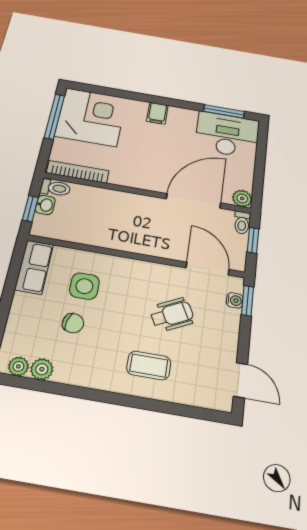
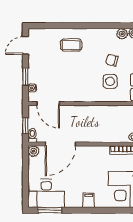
window: (248, 301) -> (25, 77), moved
wheelchair: (172, 315) -> (63, 74), removed
door: (240, 380) -> (25, 46), hinge flipped

